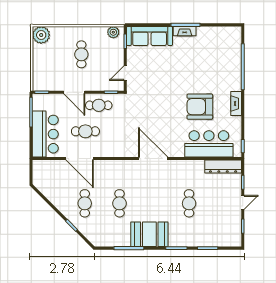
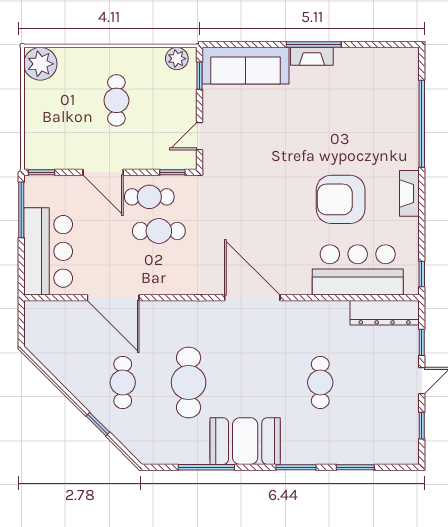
cafe table: (85, 131) -> (159, 231), moved
cafe table: (119, 203) -> (189, 382), width x1.37, depth x1.35

